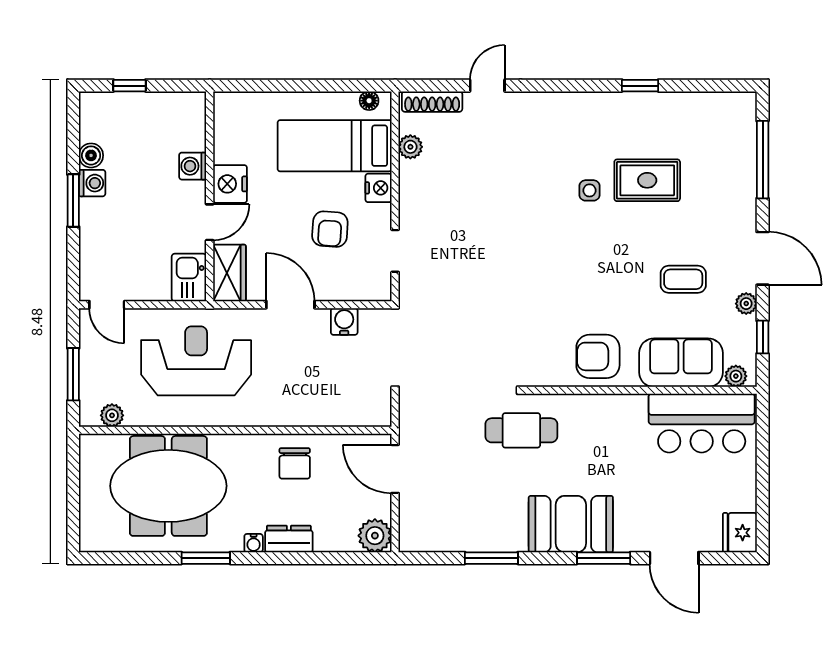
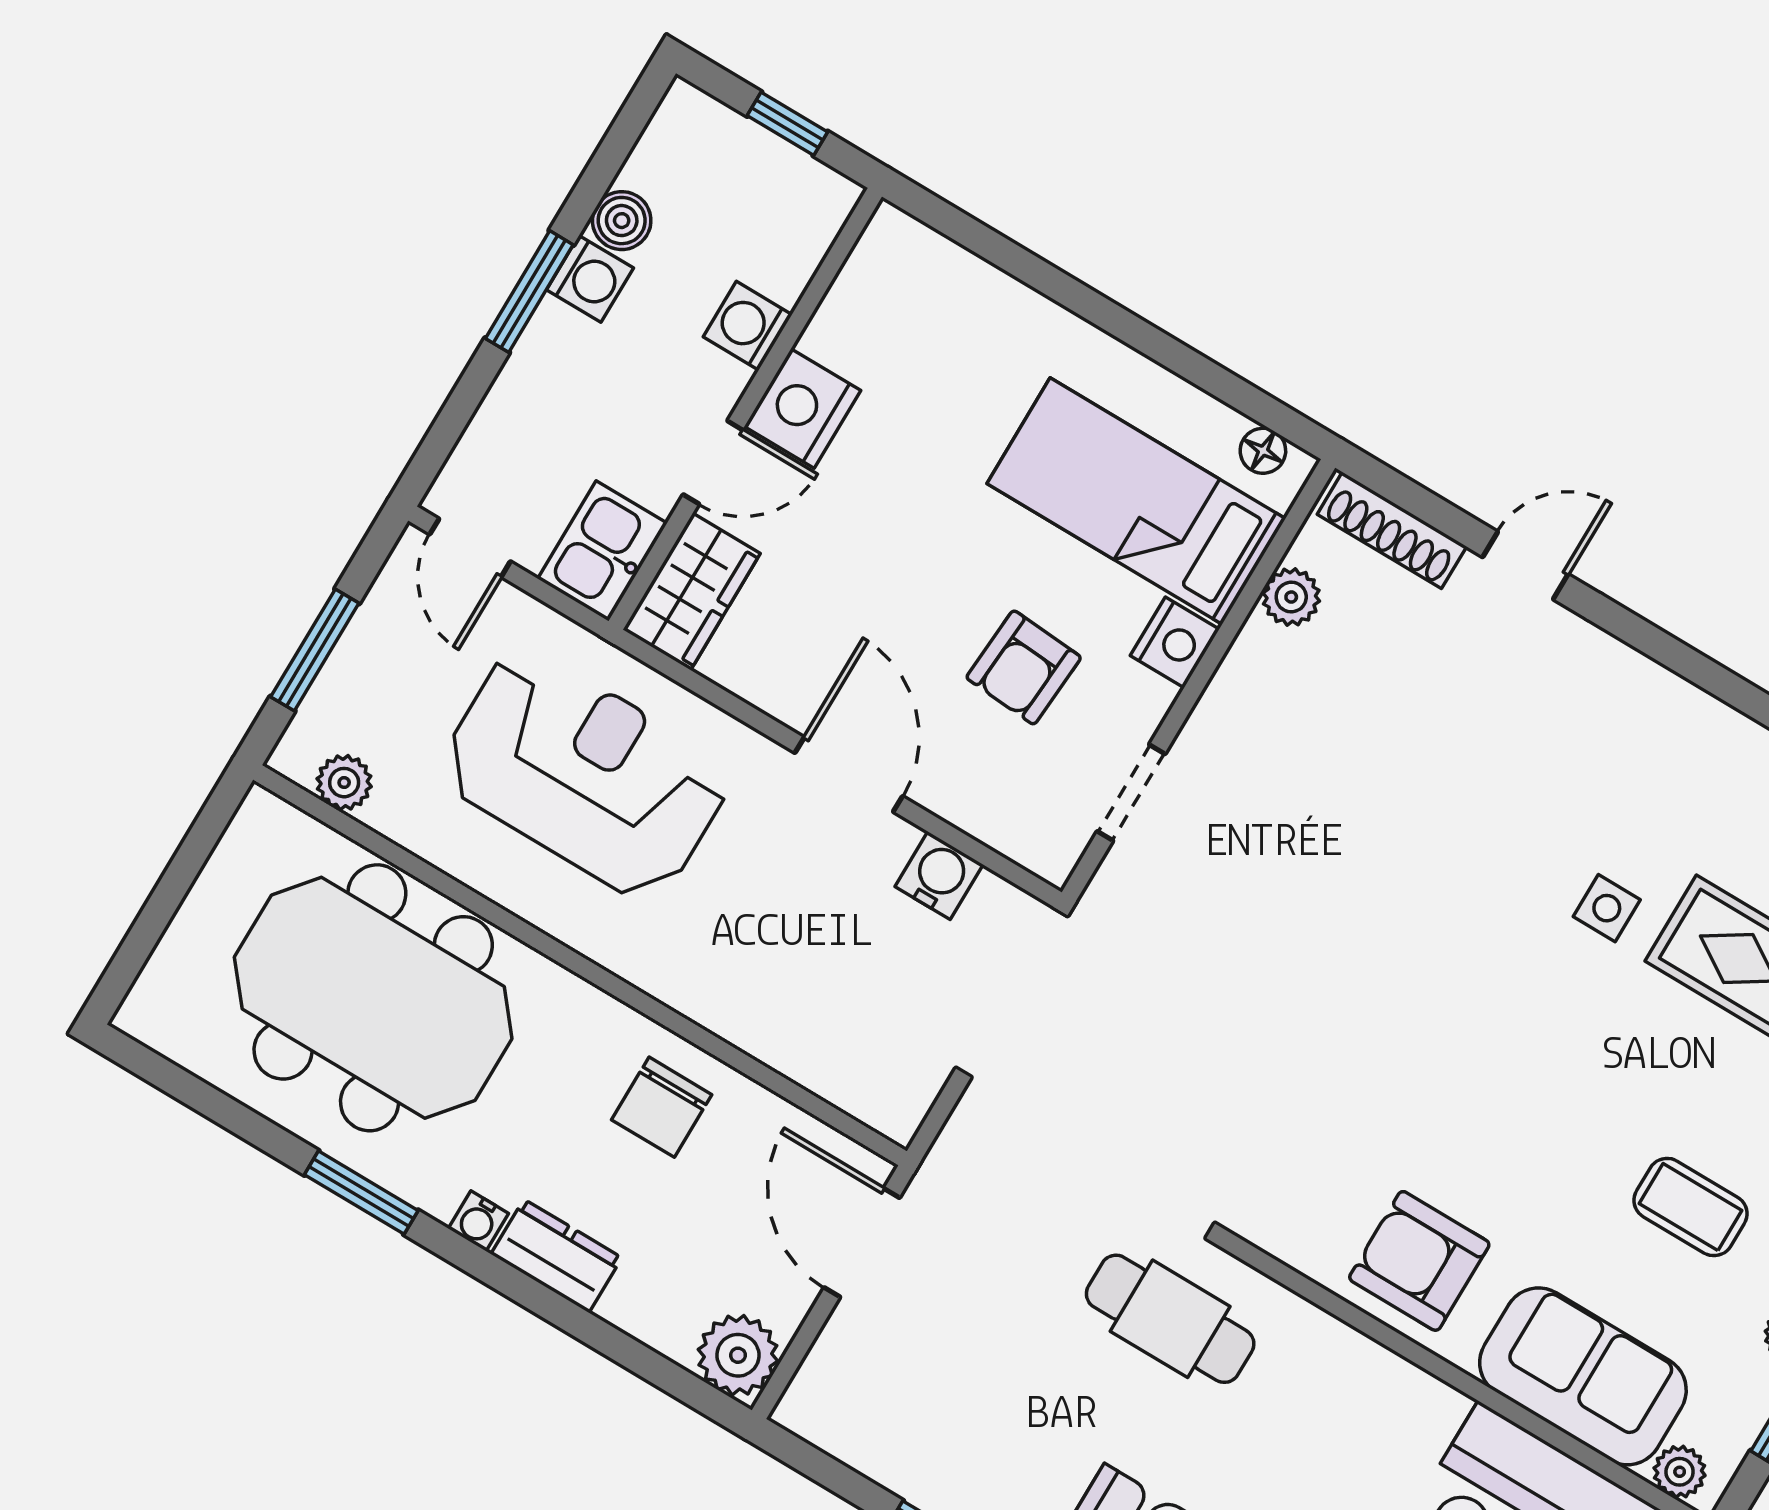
washing machine: (193, 166) -> (748, 326), moved
nightstand: (230, 184) -> (803, 408), moved
wall: (210, 196) -> (745, 409), moved
door: (210, 222) -> (713, 462), moved
wardrobe: (229, 273) -> (692, 591), moved
kitchen sink: (189, 278) -> (602, 551), moved

